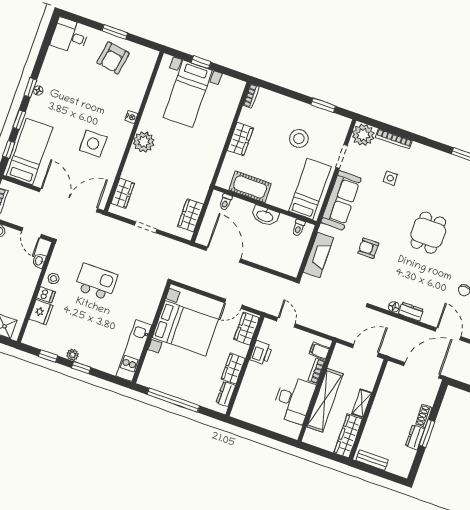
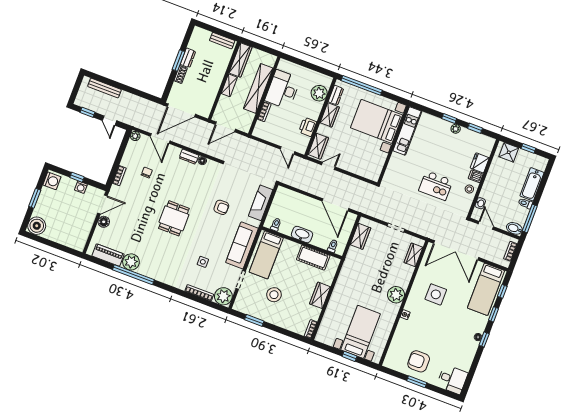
armchair: (113, 58) -> (419, 361), turned -99
bed with nightstands: (185, 328) -> (377, 121), moved
filing cabinet: (319, 351) -> (262, 127), removed
plant: (247, 396) -> (319, 93), added
window: (173, 400) -> (362, 85), moved

